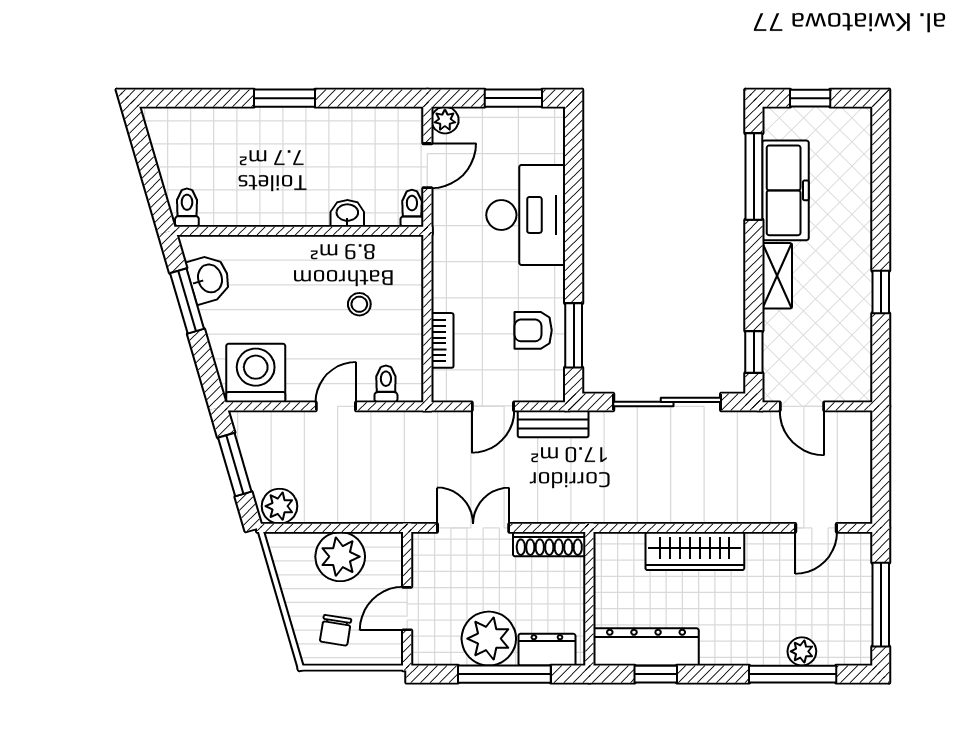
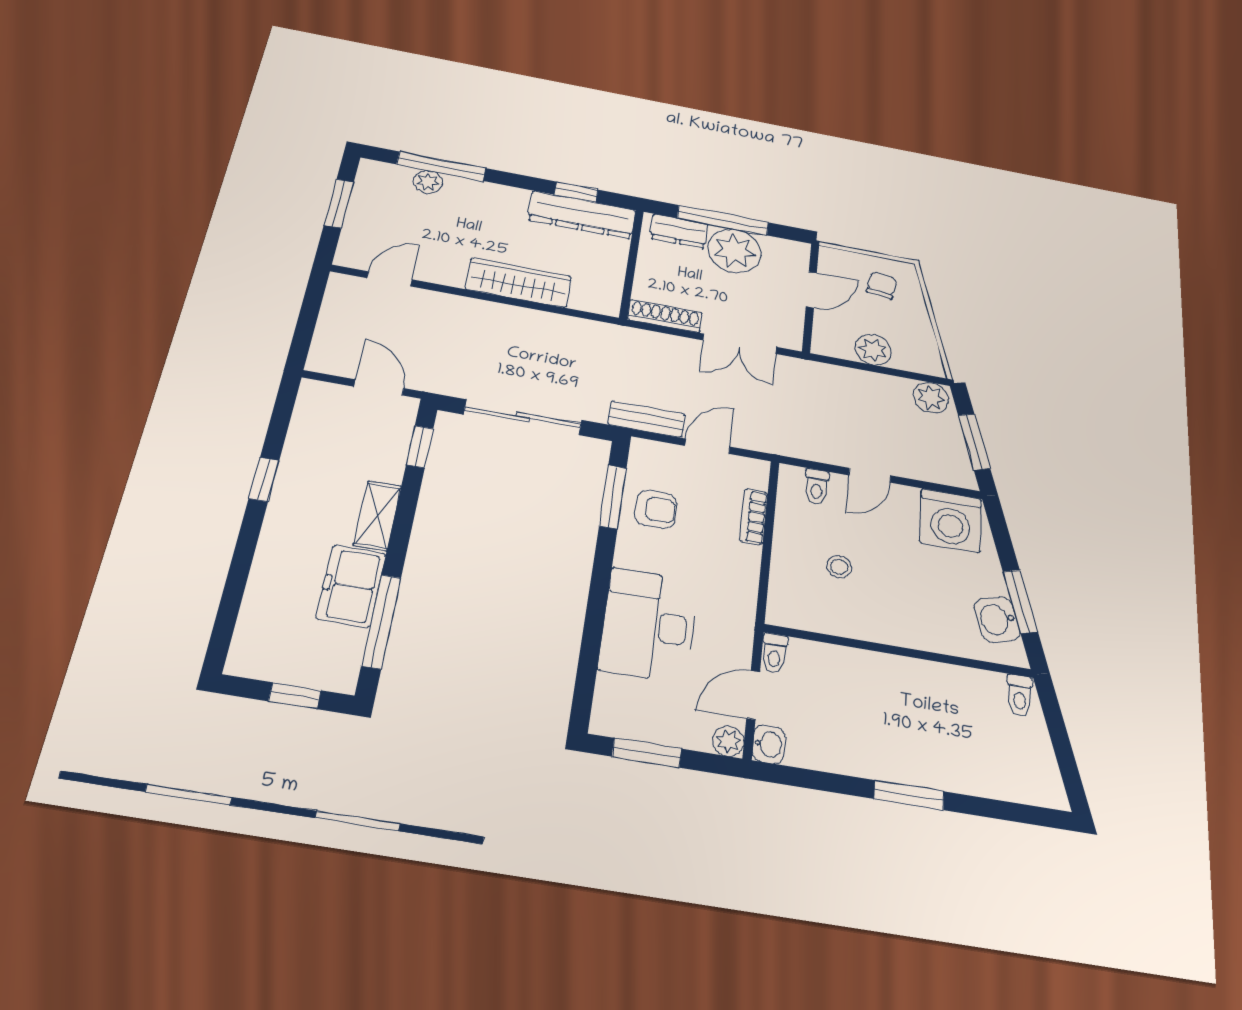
freezer: (785, 190) -> (351, 586), width x0.71
washbasin: (347, 213) -> (769, 744), moved, turned -90
plant: (340, 557) -> (873, 350), width x0.73, depth x0.73
window: (881, 605) -> (339, 204), width x0.69

